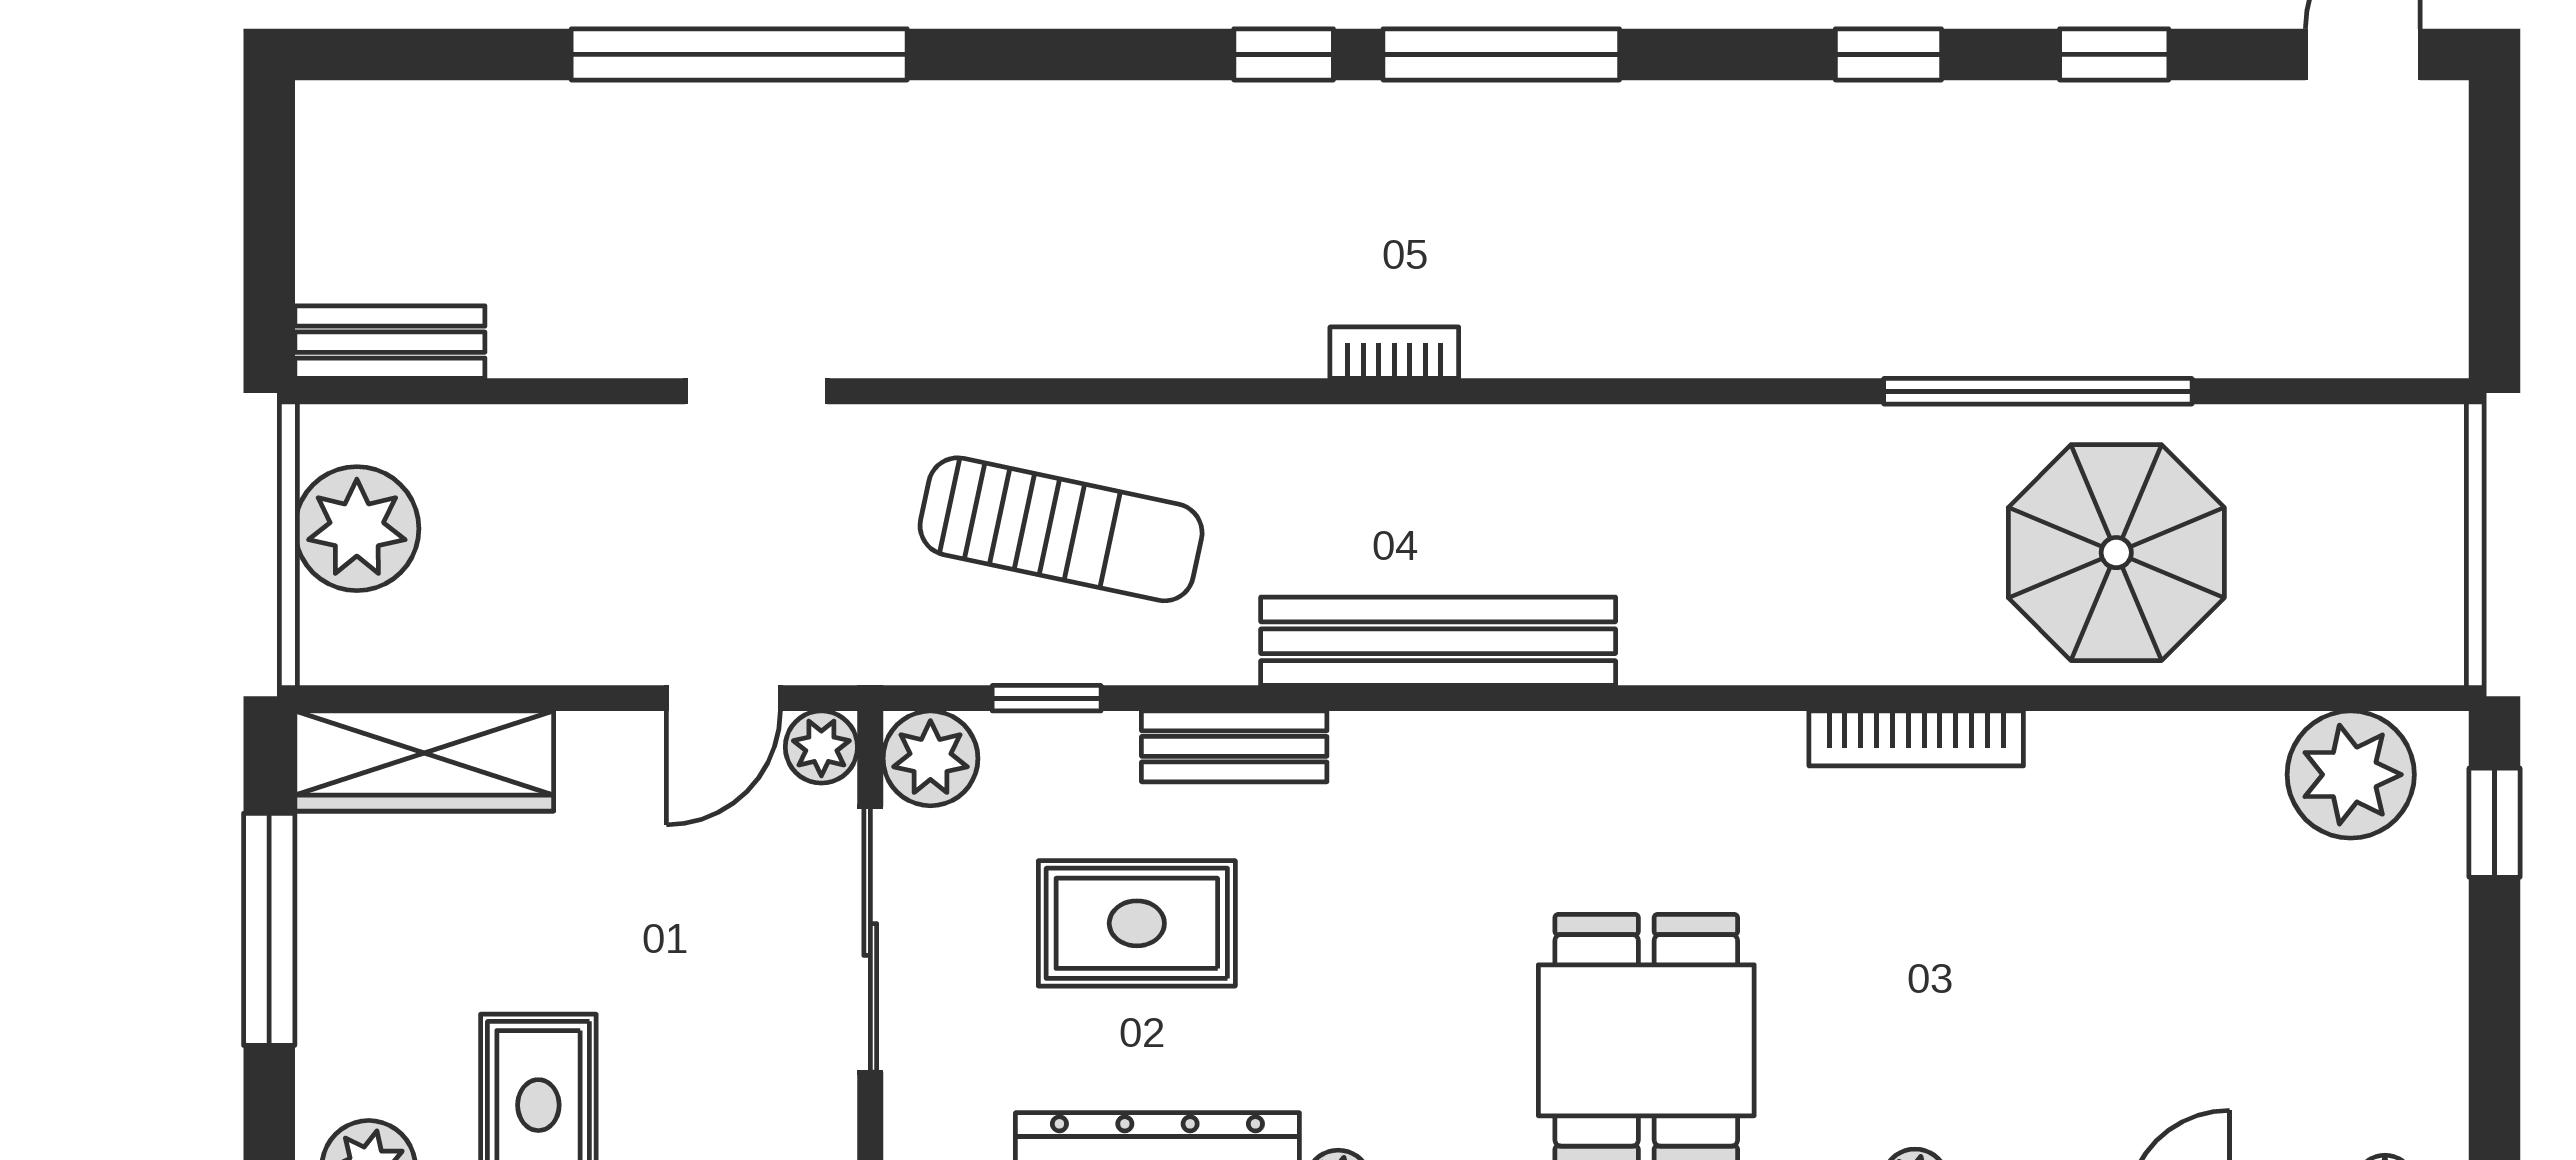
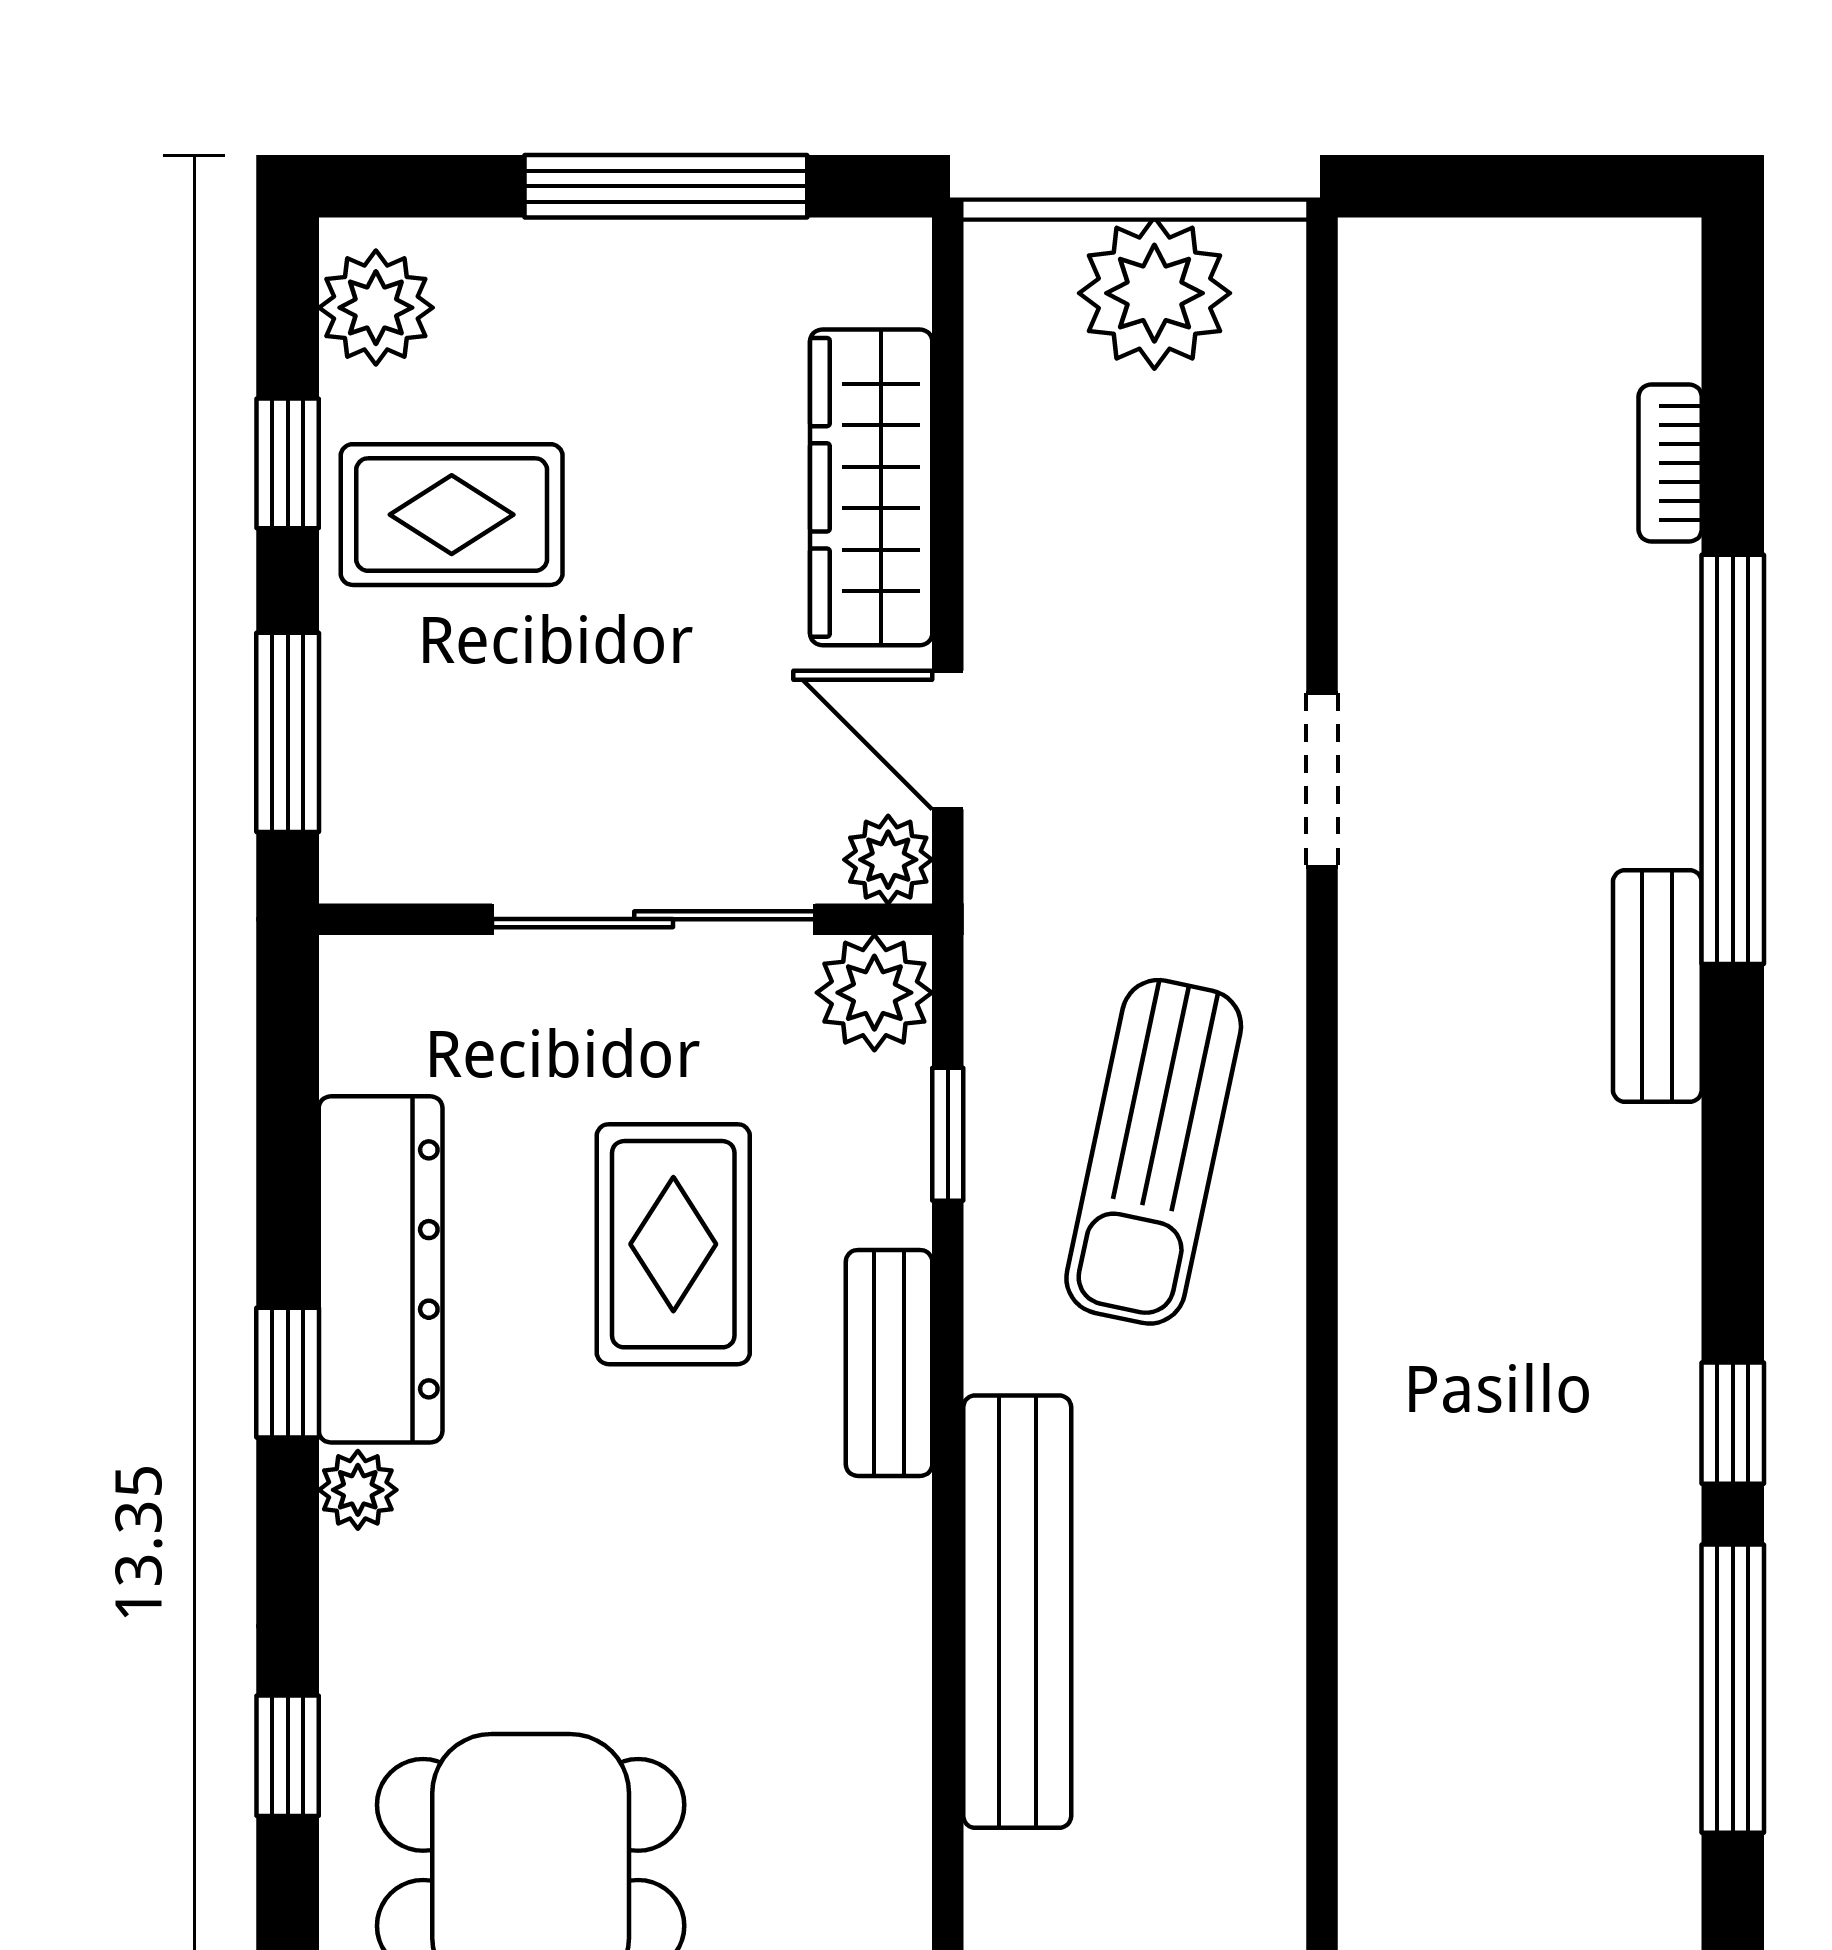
bench: (390, 342) -> (1657, 986), moved
bookcase: (1394, 353) -> (1670, 463), moved, turned 180
wardrobe: (424, 761) -> (871, 487), moved

